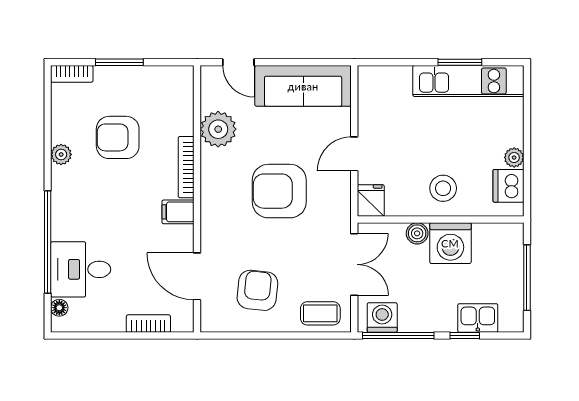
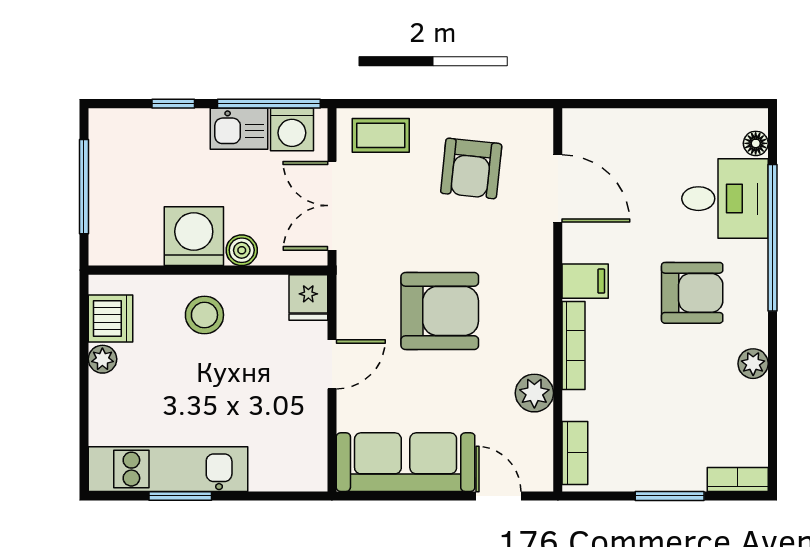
plant: (218, 129) -> (534, 393), width x0.73, depth x0.73
armchair: (118, 137) -> (692, 293), moved
kitchen sink: (478, 318) -> (239, 129), moved
bookcase: (148, 324) -> (575, 453), moved, turned -90

